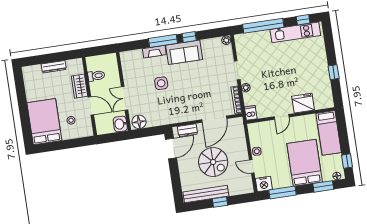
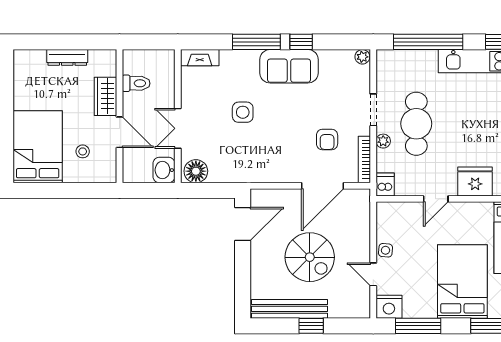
fireplace: (154, 52) -> (200, 58), moved
cafe table: (264, 75) -> (416, 124), added
armchair: (213, 92) -> (327, 140), added
dresser: (187, 130) -> (275, 198), removed

